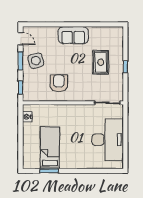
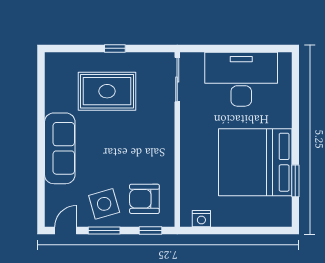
sofa: (73, 35) -> (60, 148), width x1.36
rug: (101, 62) -> (107, 91), width x1.36, depth x1.43
armchair: (59, 83) -> (144, 199), moved
bed: (50, 148) -> (255, 162), width x2.04

